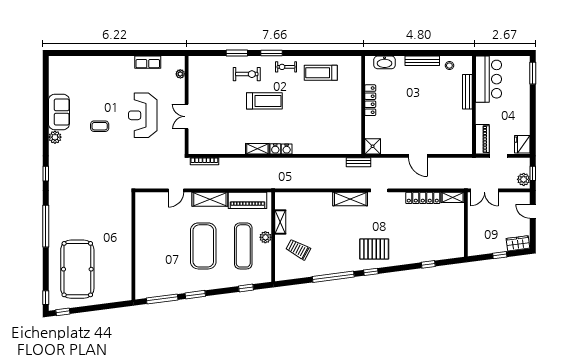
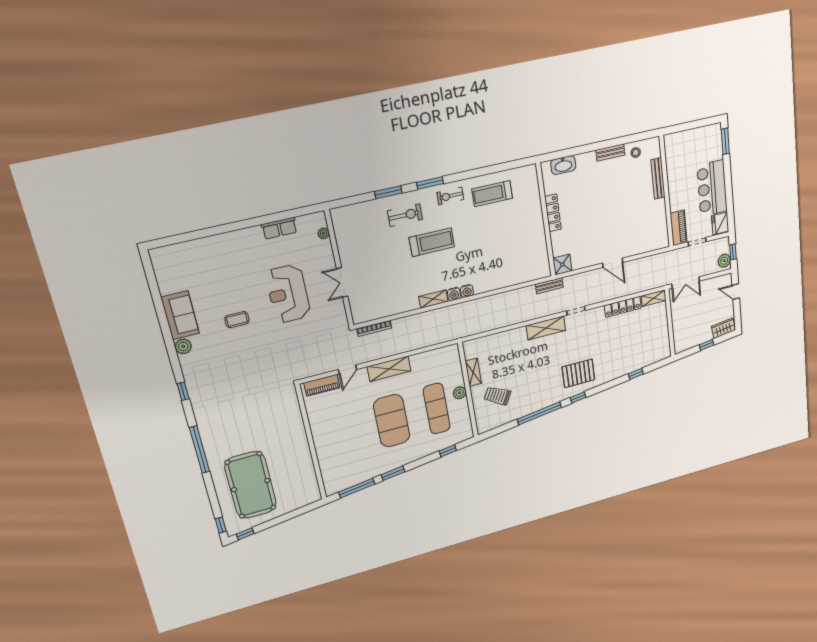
bench: (422, 61) -> (610, 152), width x0.73
bar counter: (489, 79) -> (712, 188), moved, turned 180
piano: (248, 200) -> (322, 385), moved, width x0.73, depth x0.75

